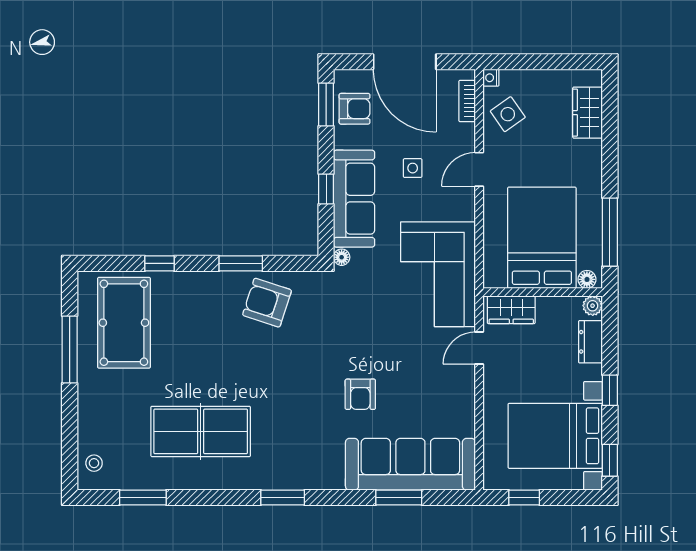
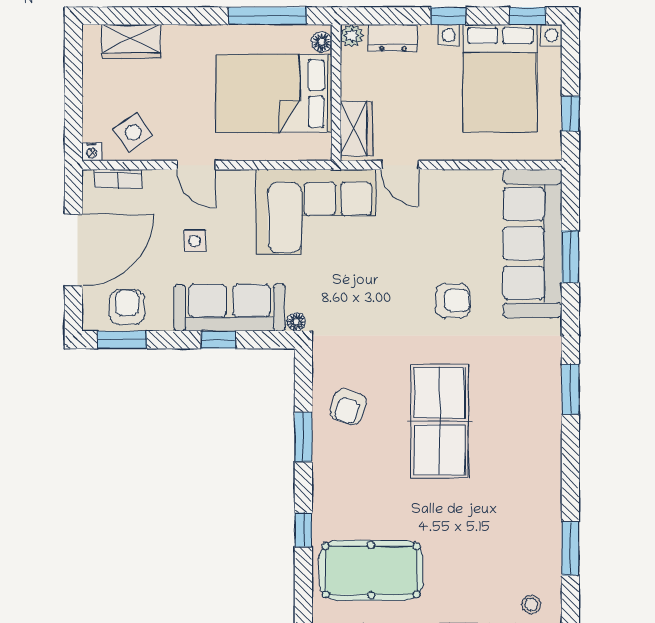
armchair: (267, 303) -> (348, 407), width x0.72, depth x0.72
table tennis table: (201, 431) -> (439, 421), moved

